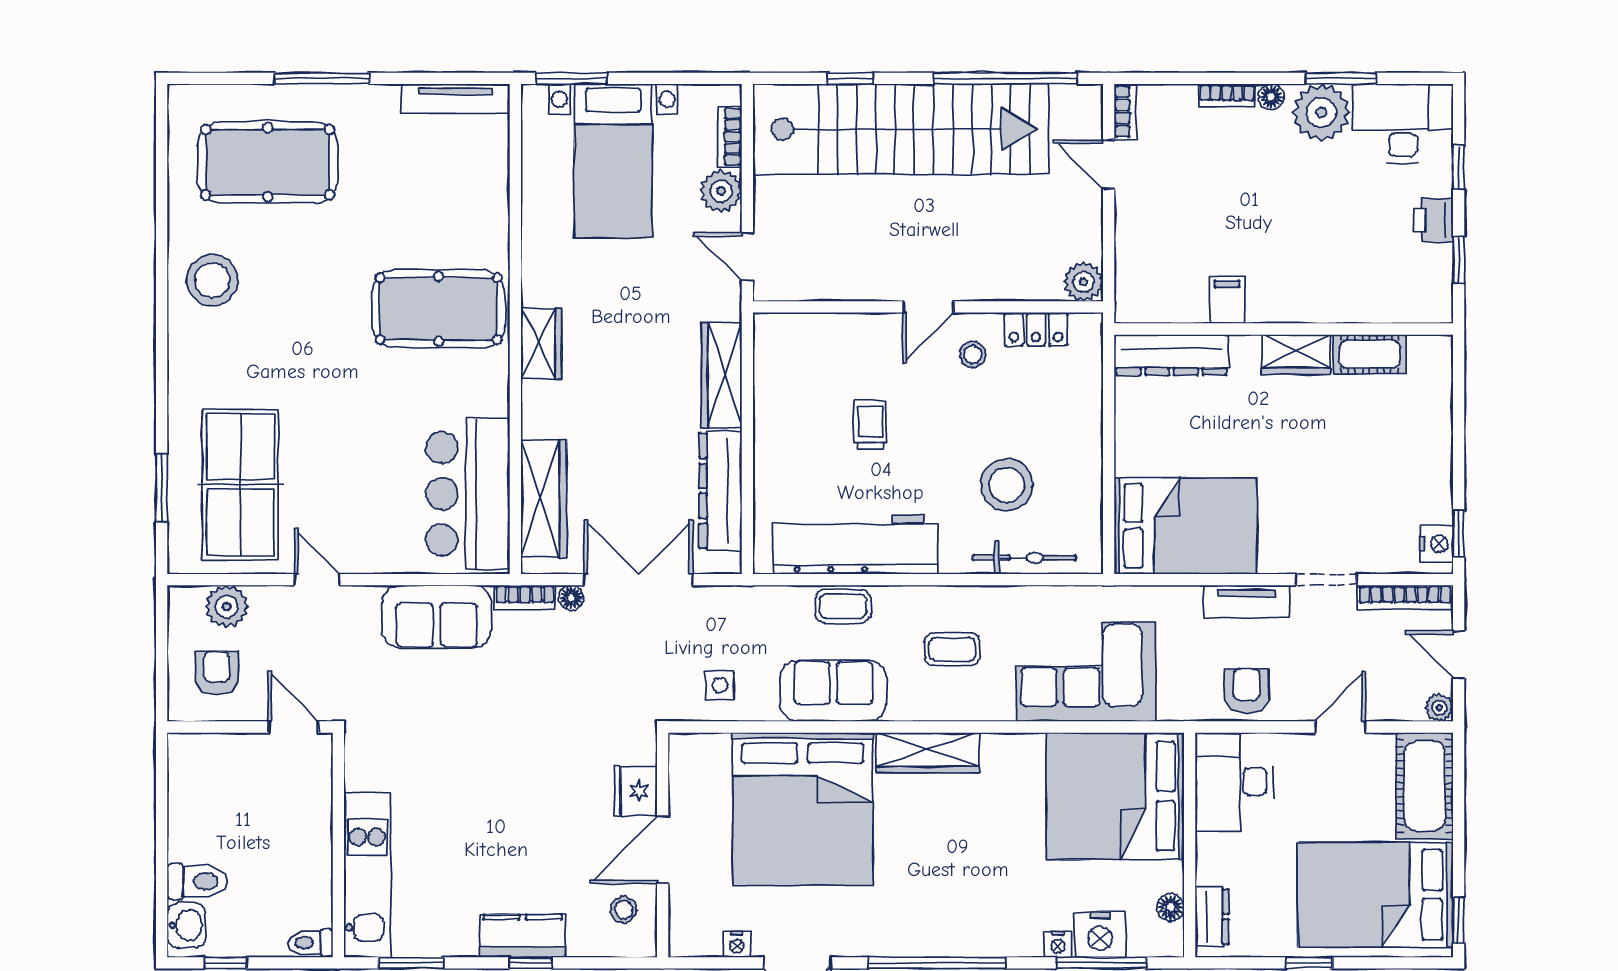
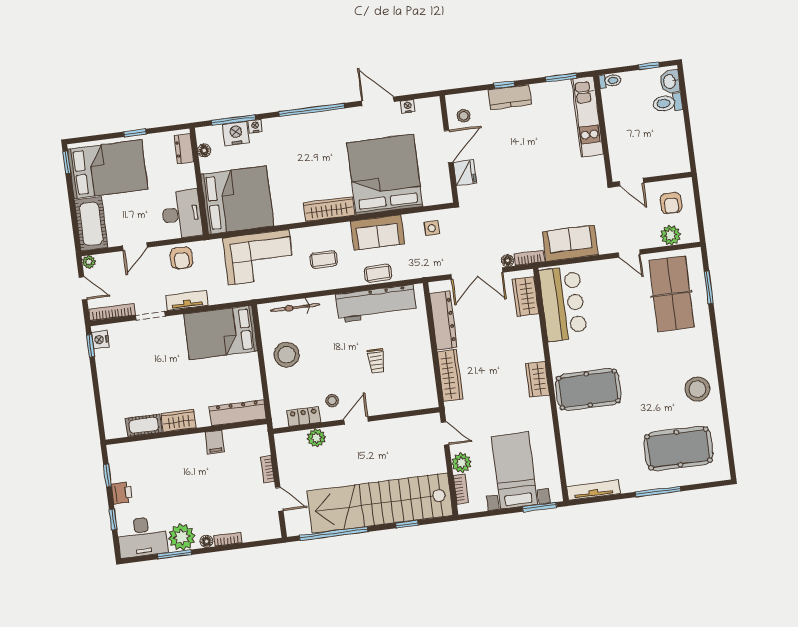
bookcase: (1125, 111) -> (267, 469), moved
plant: (1084, 282) -> (316, 438), moved
stool: (1007, 485) -> (287, 355), moved
wardrobe: (544, 499) -> (526, 296), width x0.67

